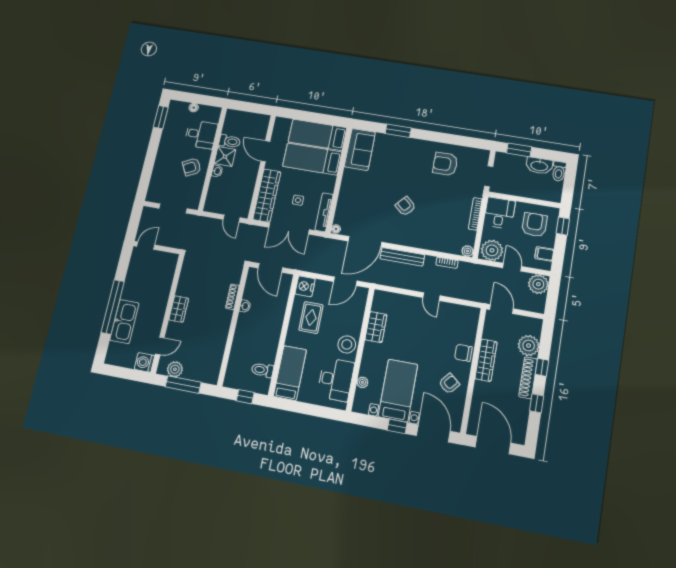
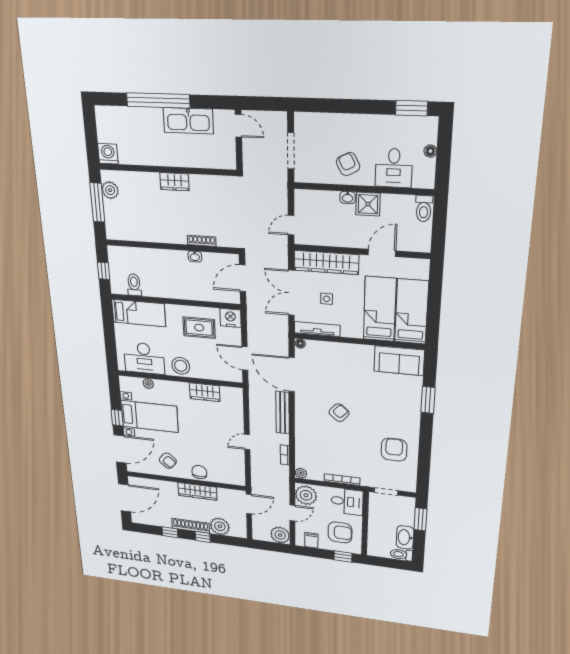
toilet: (230, 141) -> (424, 209), moved
kitchen sink: (124, 322) -> (188, 121), moved
door: (160, 346) -> (130, 168), removed

